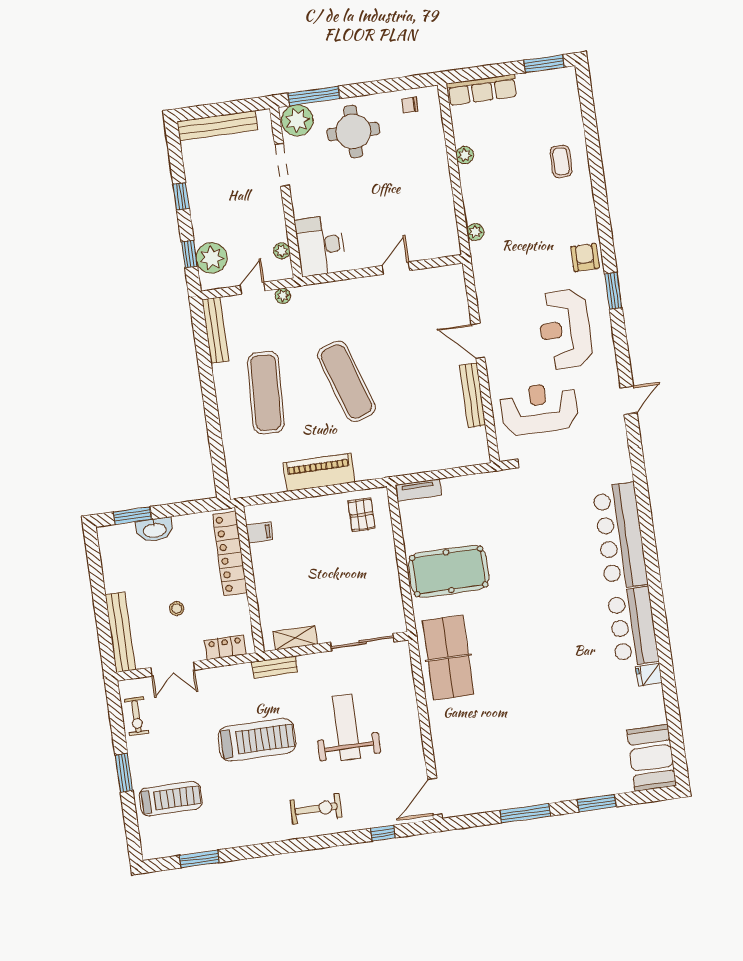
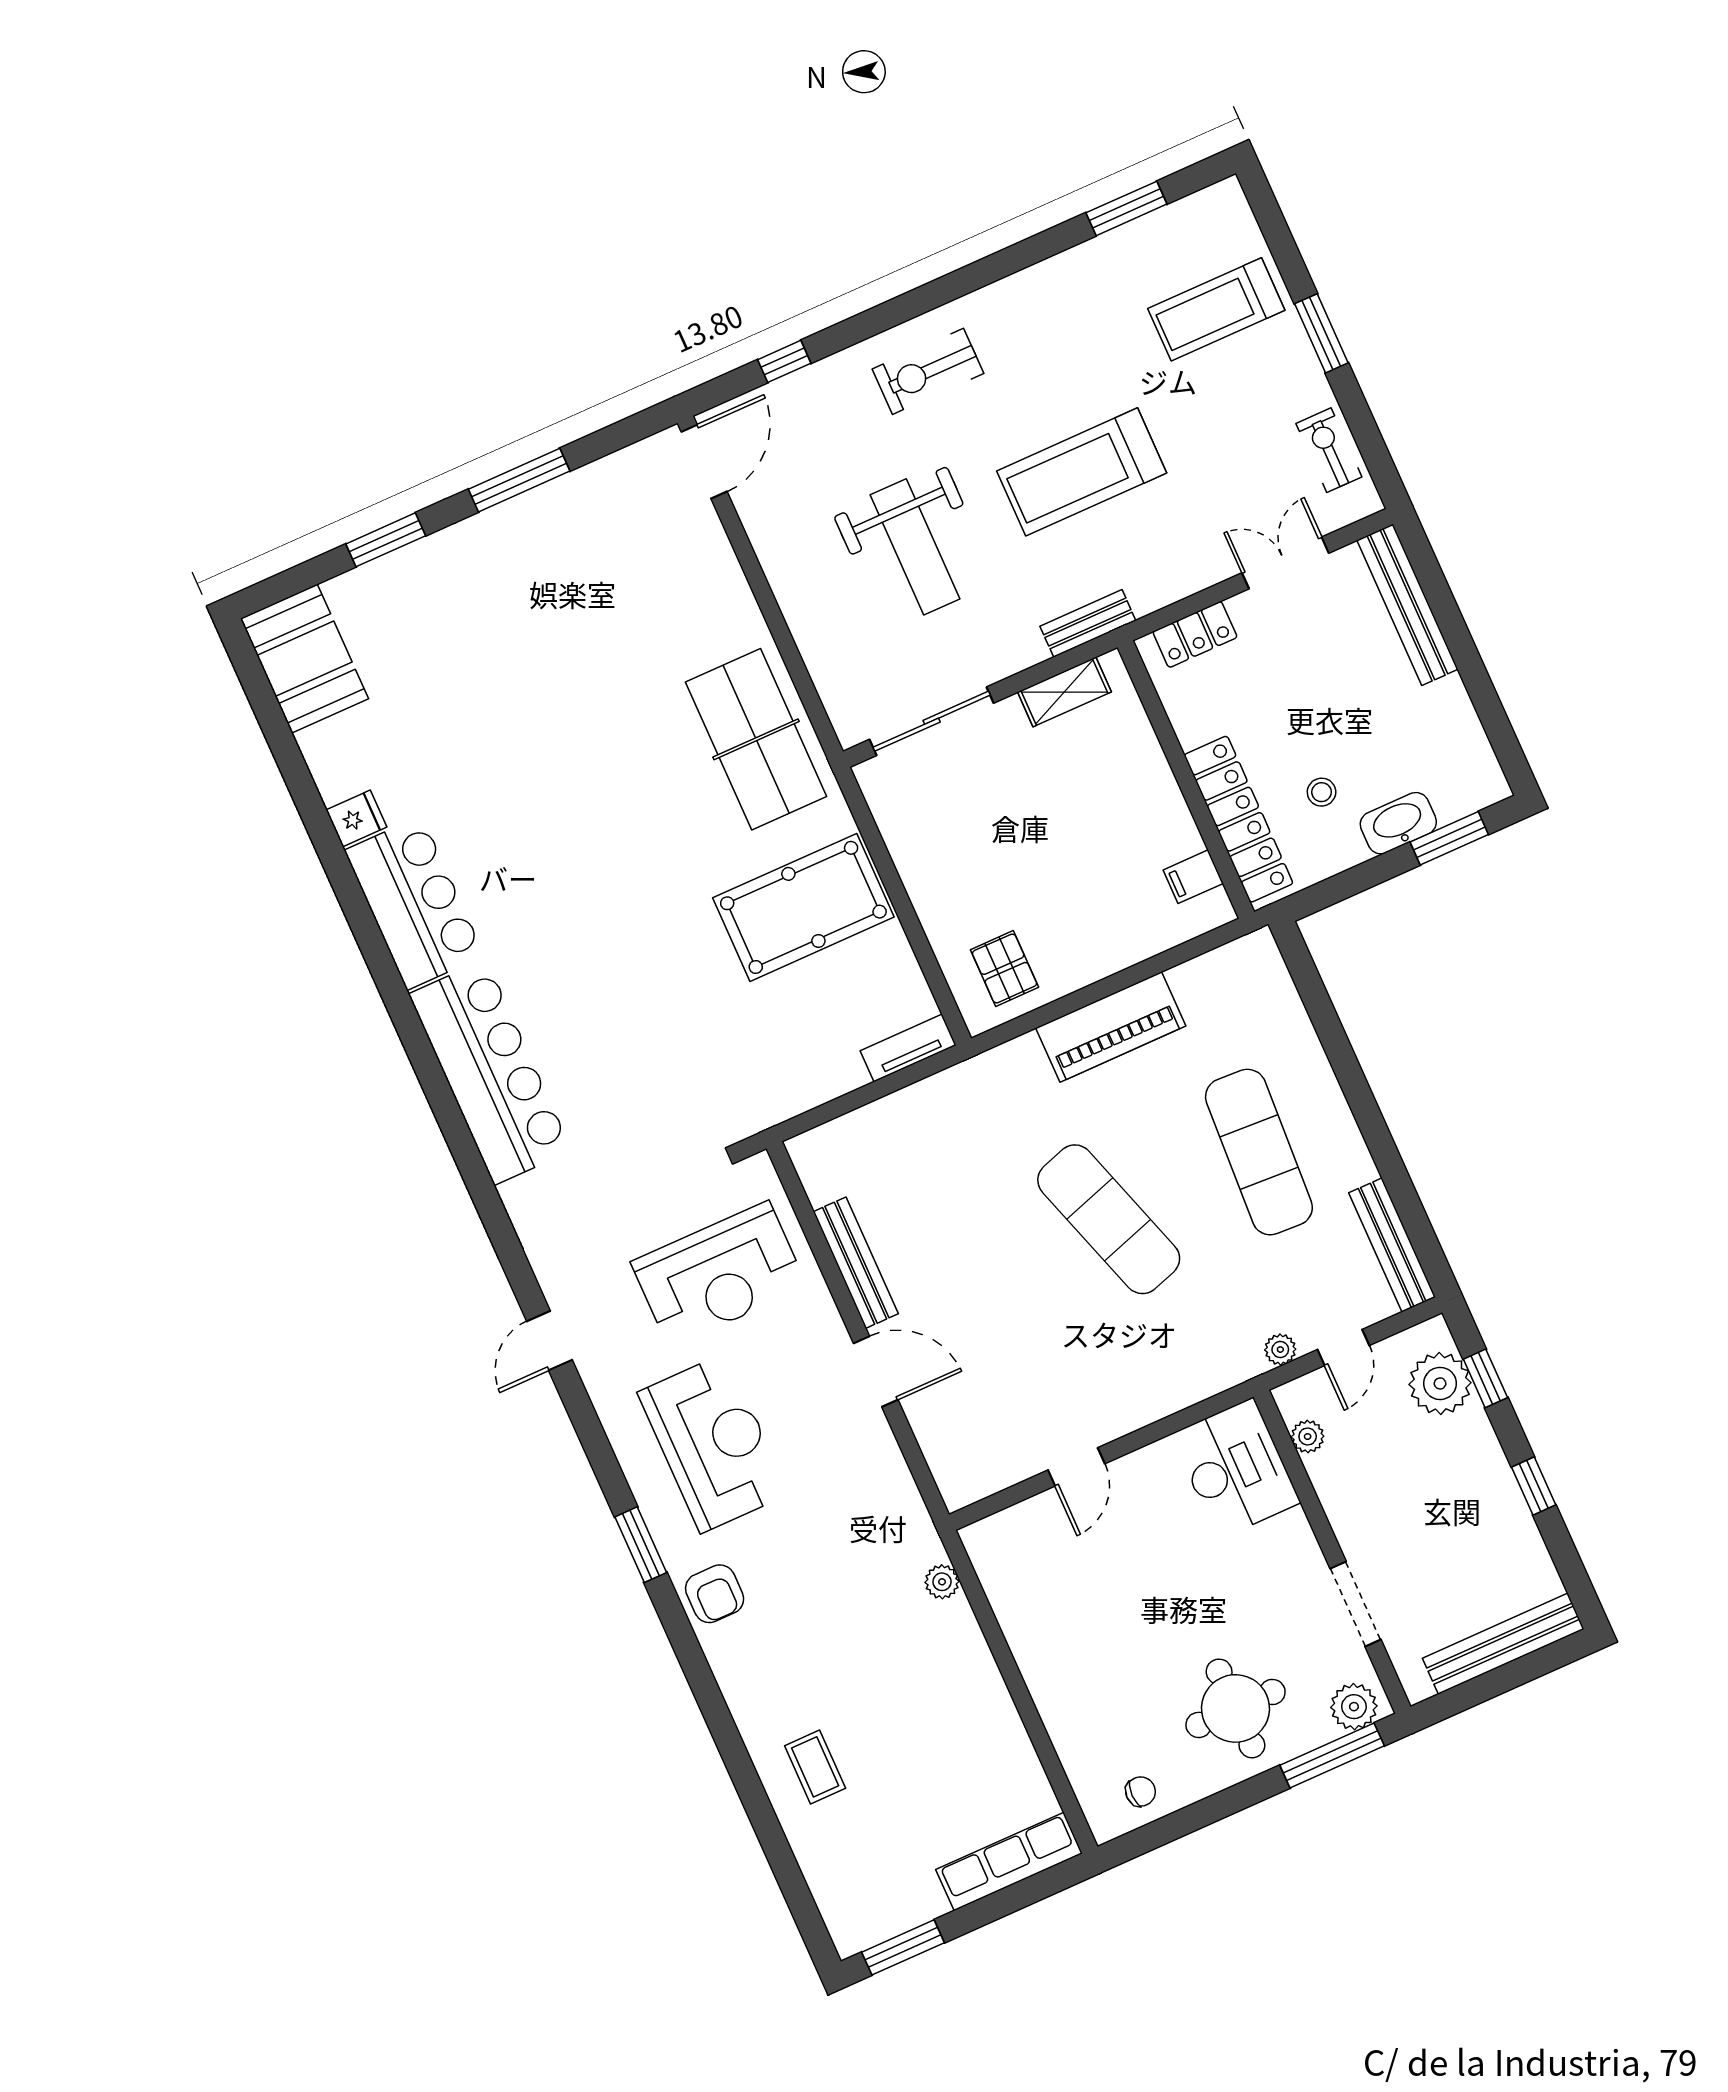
plant: (297, 120) -> (1354, 1707), width x0.73, depth x0.73
plant: (465, 155) -> (1006, 1725), removed
stool: (177, 609) -> (1322, 792), moved

